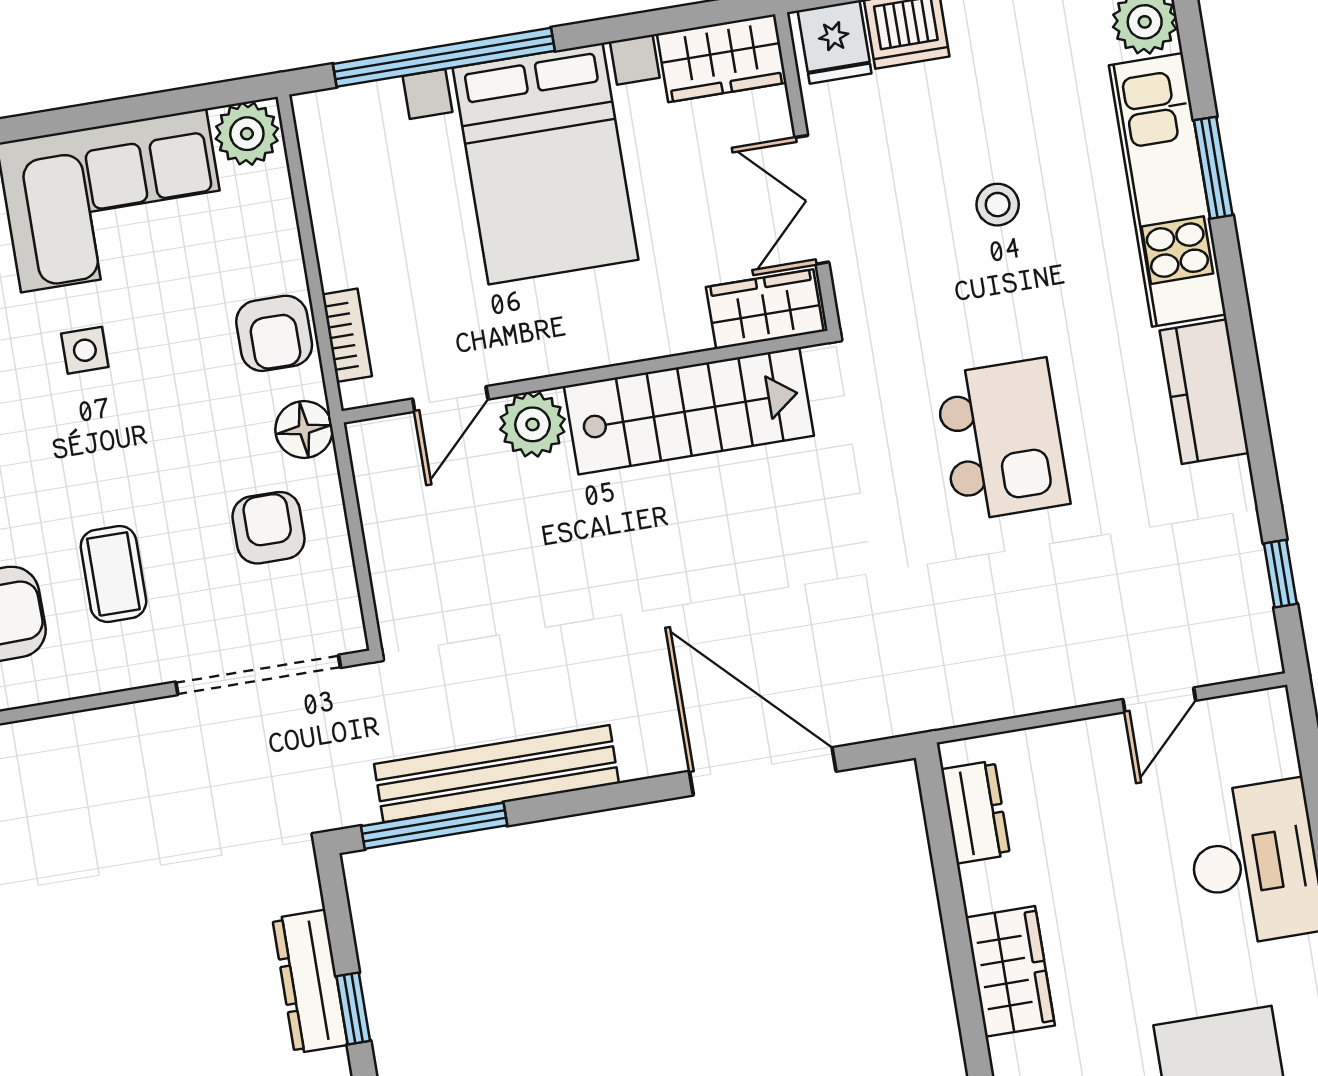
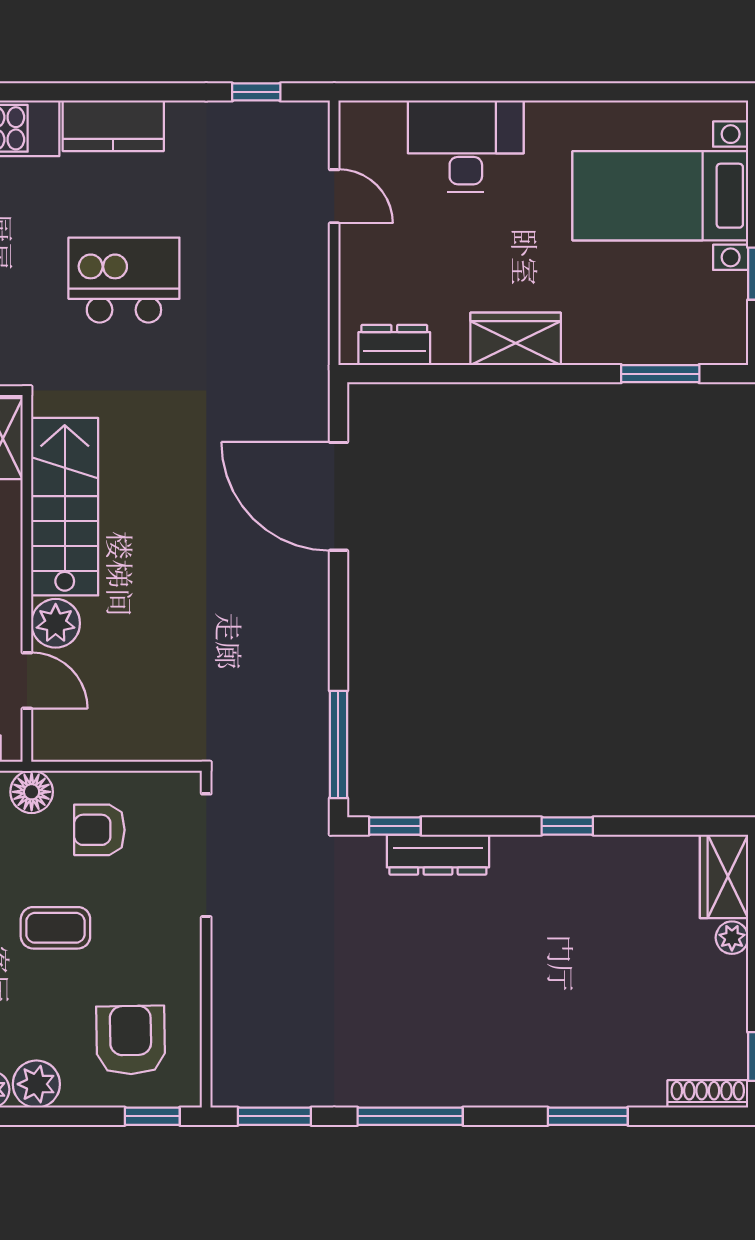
coffee table: (113, 574) -> (55, 928), moved
door: (763, 771) -> (338, 496), hinge flipped
bench: (496, 774) -> (308, 692), removed
window: (353, 1009) -> (395, 826), moved

